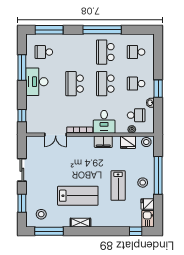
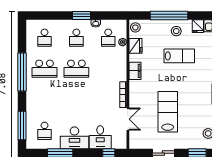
school desk: (75, 84) -> (76, 100), removed
school desk: (136, 115) -> (108, 38), turned 180
desk: (104, 122) -> (100, 137), moved, turned 90
lab bench: (78, 196) -> (168, 112), moved

